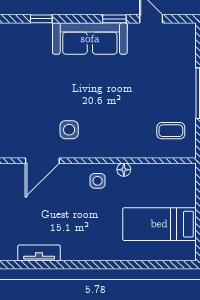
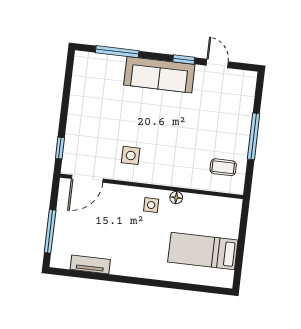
window: (41, 19) -> (117, 52), width x2.17
door: (42, 161) -> (87, 179), moved

